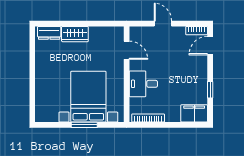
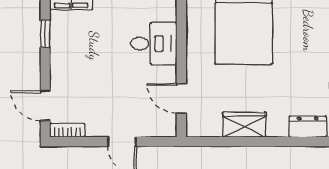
wardrobe: (75, 34) -> (244, 125), moved
door: (210, 46) -> (45, 106), swing flipped

